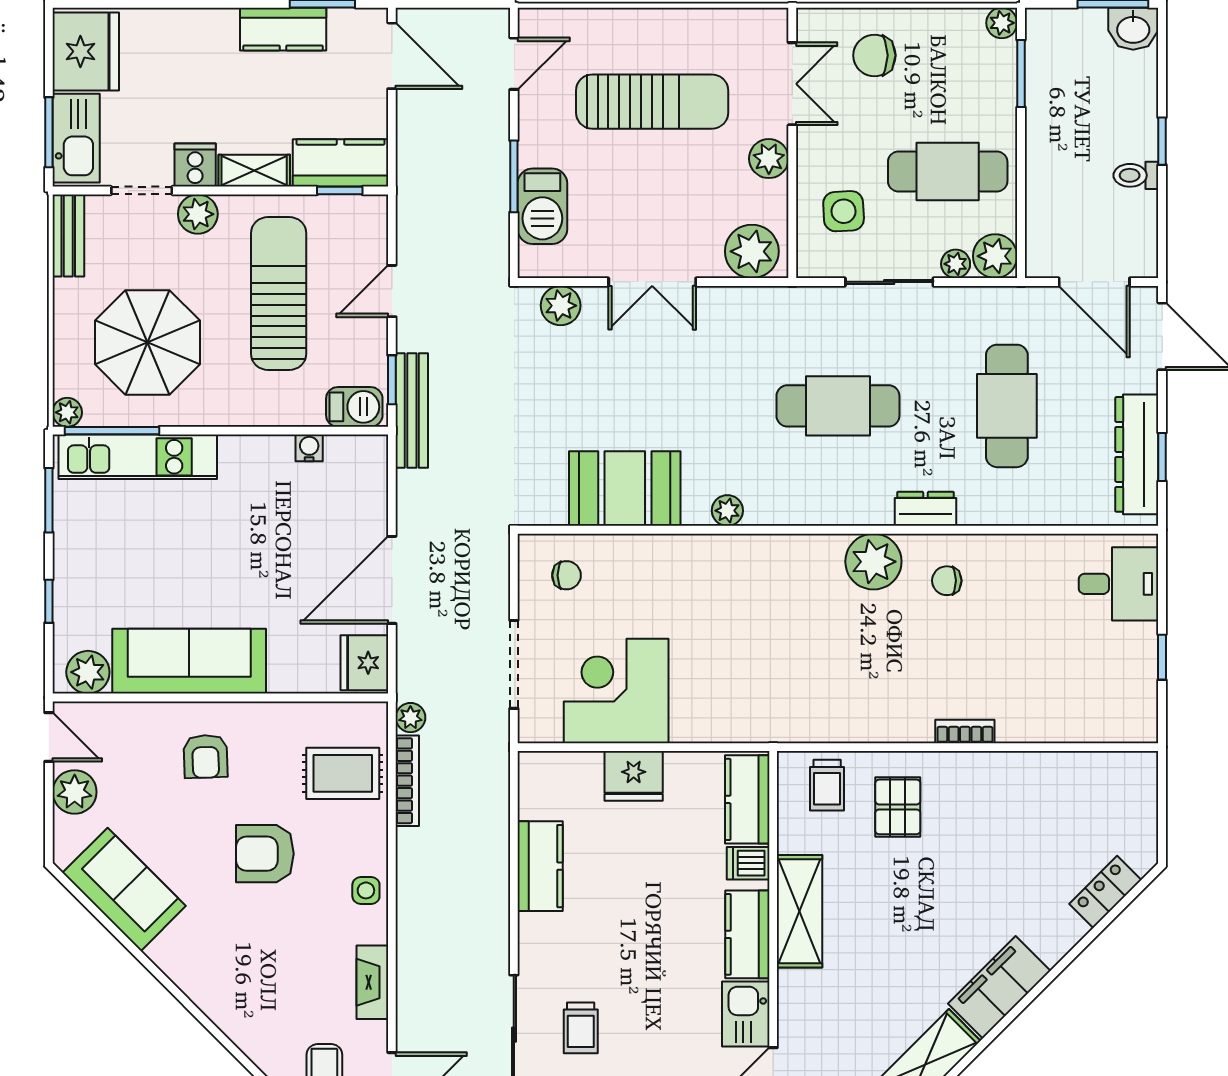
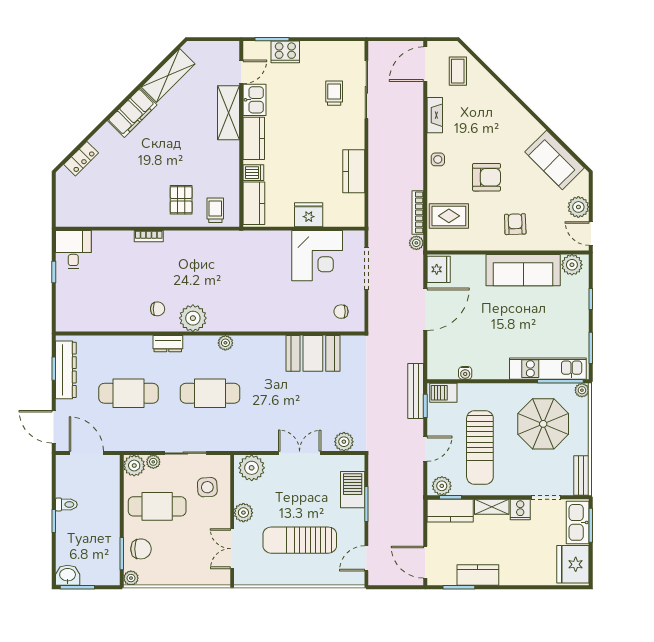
chair: (874, 55) -> (141, 549), moved
plant: (198, 214) -> (442, 486), moved
cafe table: (1007, 406) -> (129, 393), turned 90
plant: (727, 511) -> (225, 343), moved
desk: (1118, 584) -> (73, 250), moved, turned 90
shelving: (800, 911) -> (229, 113), moved

